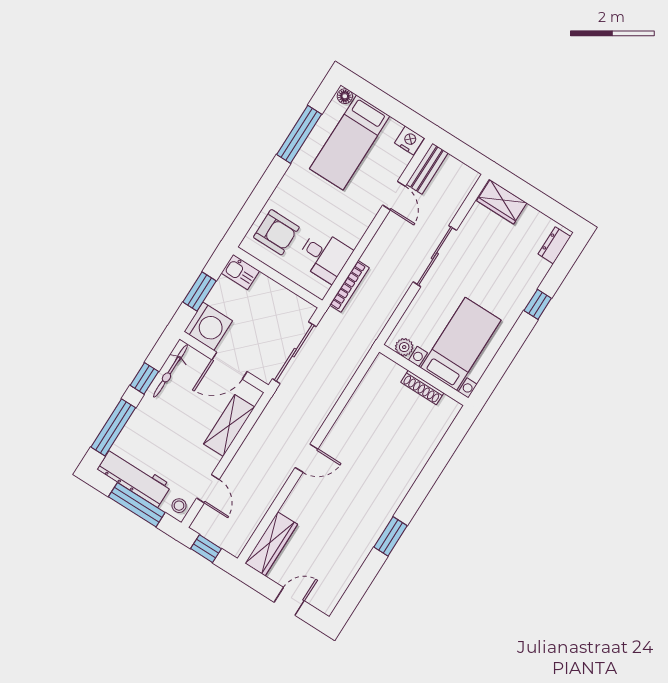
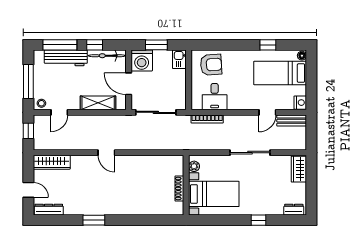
window: (299, 134) -> (268, 45), width x0.46
armchair: (276, 232) -> (211, 65), turned -94
workbench: (134, 477) -> (66, 58), moved, turned 90
dresser: (335, 590) -> (49, 210), added

